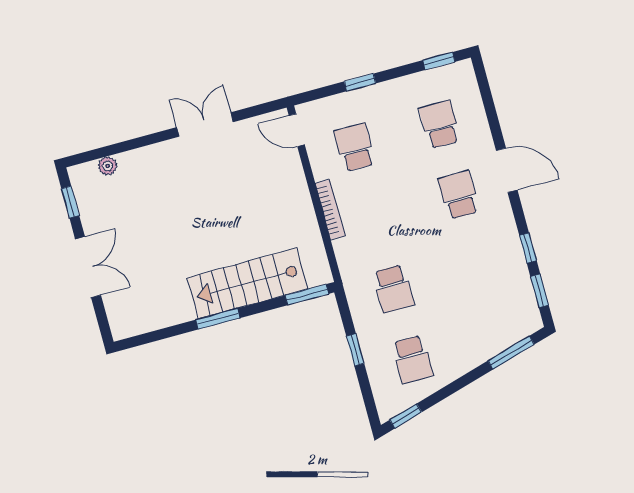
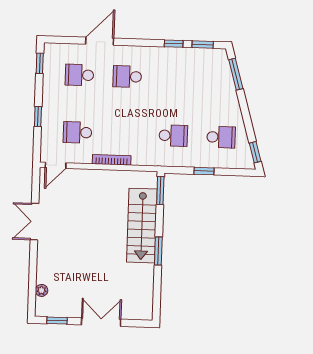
door: (507, 170) -> (100, 41), moved

